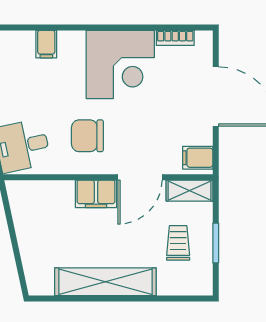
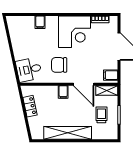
door: (140, 177) -> (84, 84), hinge flipped
filing cabinet: (96, 194) -> (63, 92), width x0.50
locker: (25, 224) -> (30, 106), added

